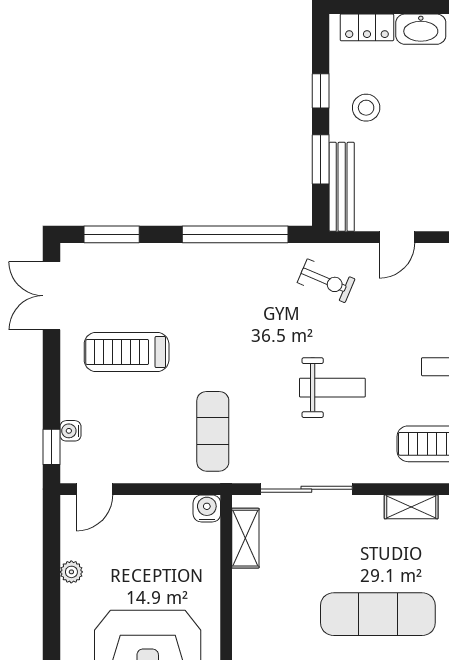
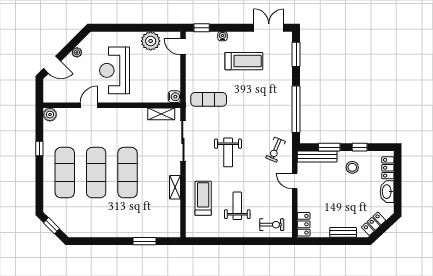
treadmill: (127, 352) -> (244, 61), turned 90
water cooler: (70, 431) -> (223, 36), moved
plant: (71, 572) -> (151, 41), width x1.87, depth x1.87

